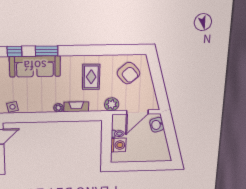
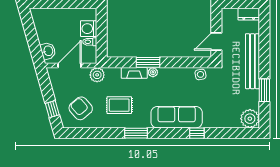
window: (47, 51) -> (136, 133), moved
window: (156, 72) -> (52, 109), added
rug: (91, 77) -> (119, 105), turned 90
window: (63, 117) -> (148, 62), added

